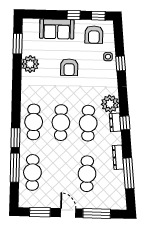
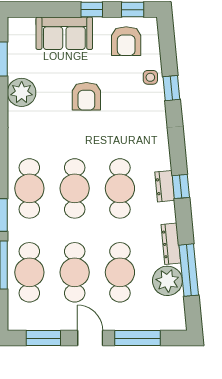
plant: (110, 104) -> (167, 281), moved
cafe table: (60, 173) -> (75, 272), added

